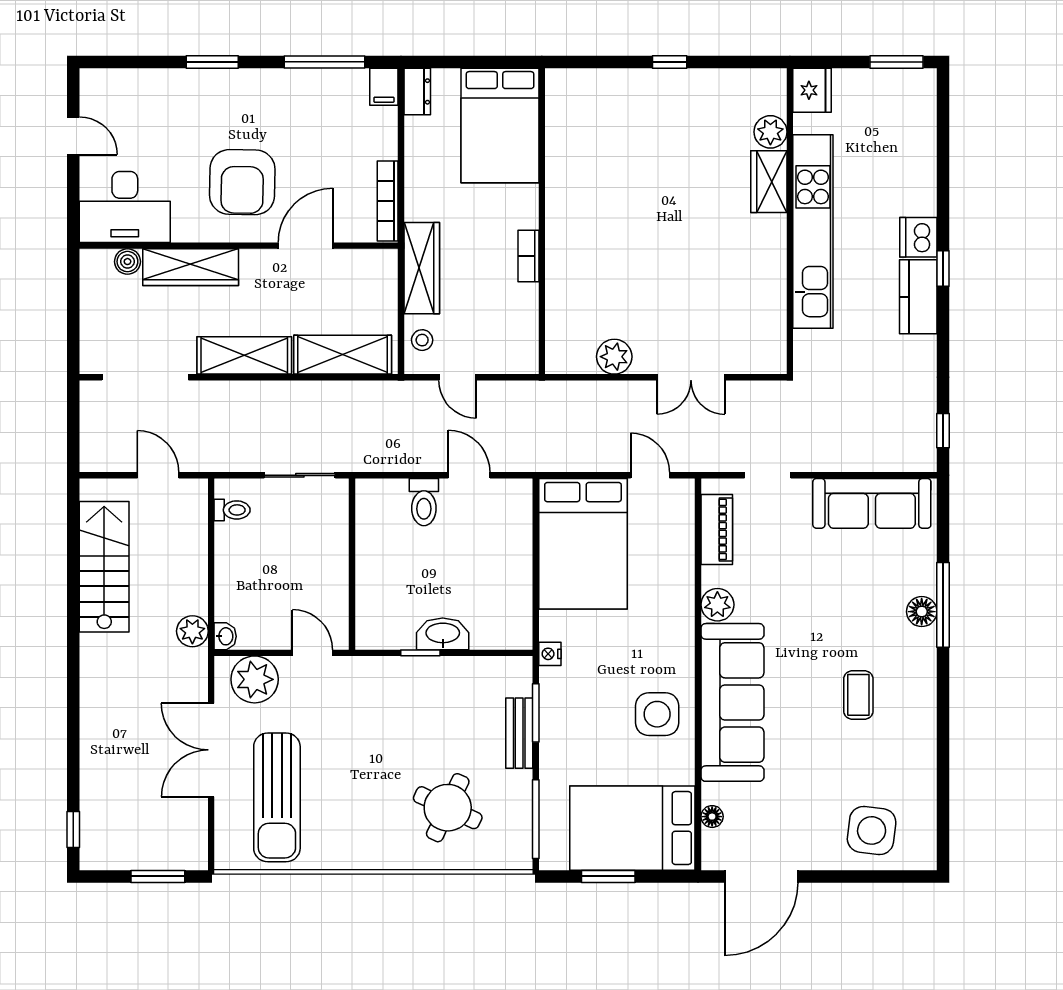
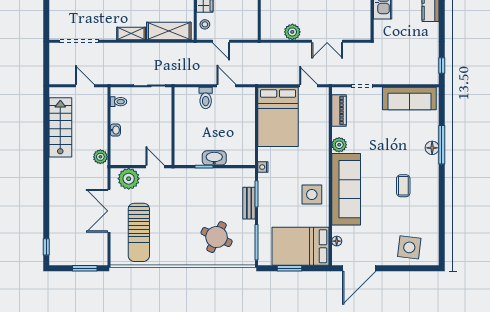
shelving: (244, 355) -> (131, 33), width x0.67, depth x0.75
washbasin: (225, 636) -> (115, 130), moved

